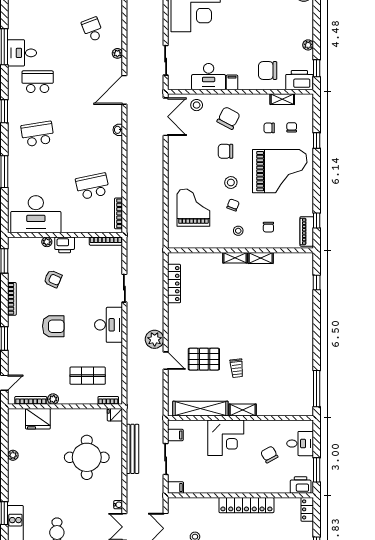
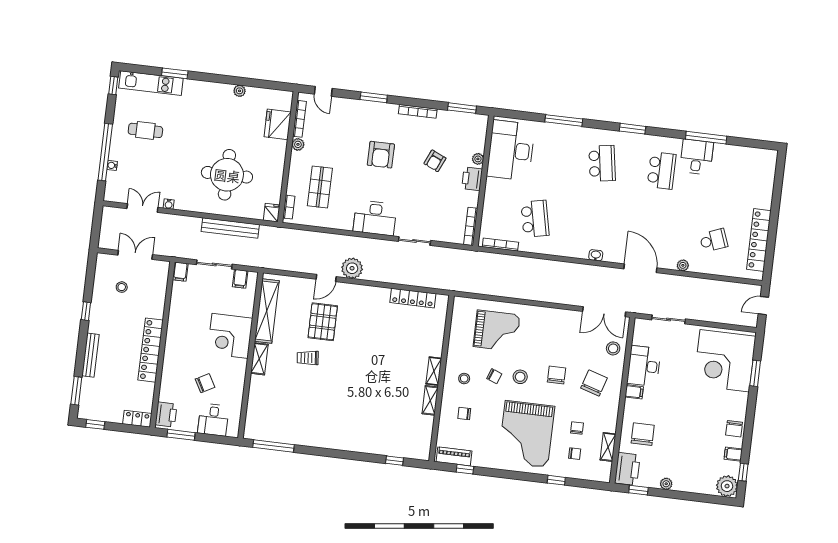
chair: (228, 118) -> (594, 383), turned -101

